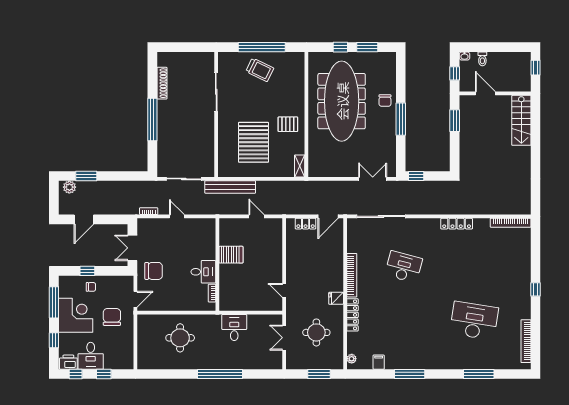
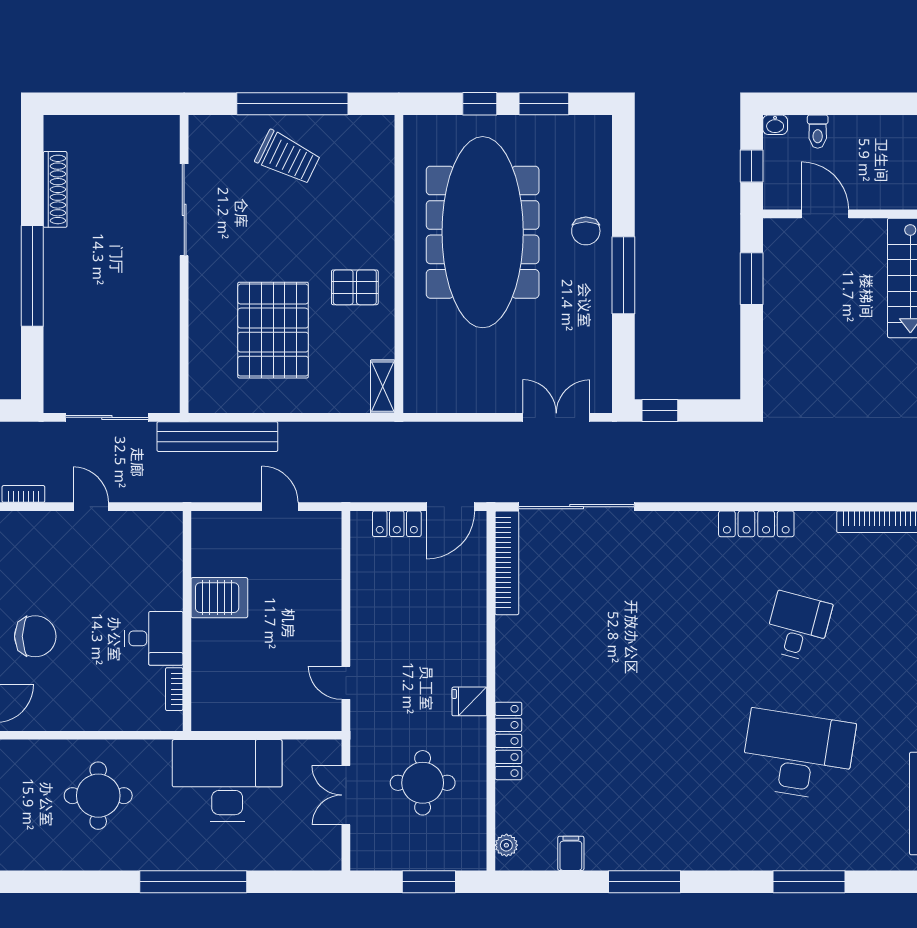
desk: (404, 267) -> (798, 627), moved, width x0.73
bookcase: (352, 275) -> (507, 563), moved
desk: (234, 328) -> (227, 780), width x1.87, depth x1.30

